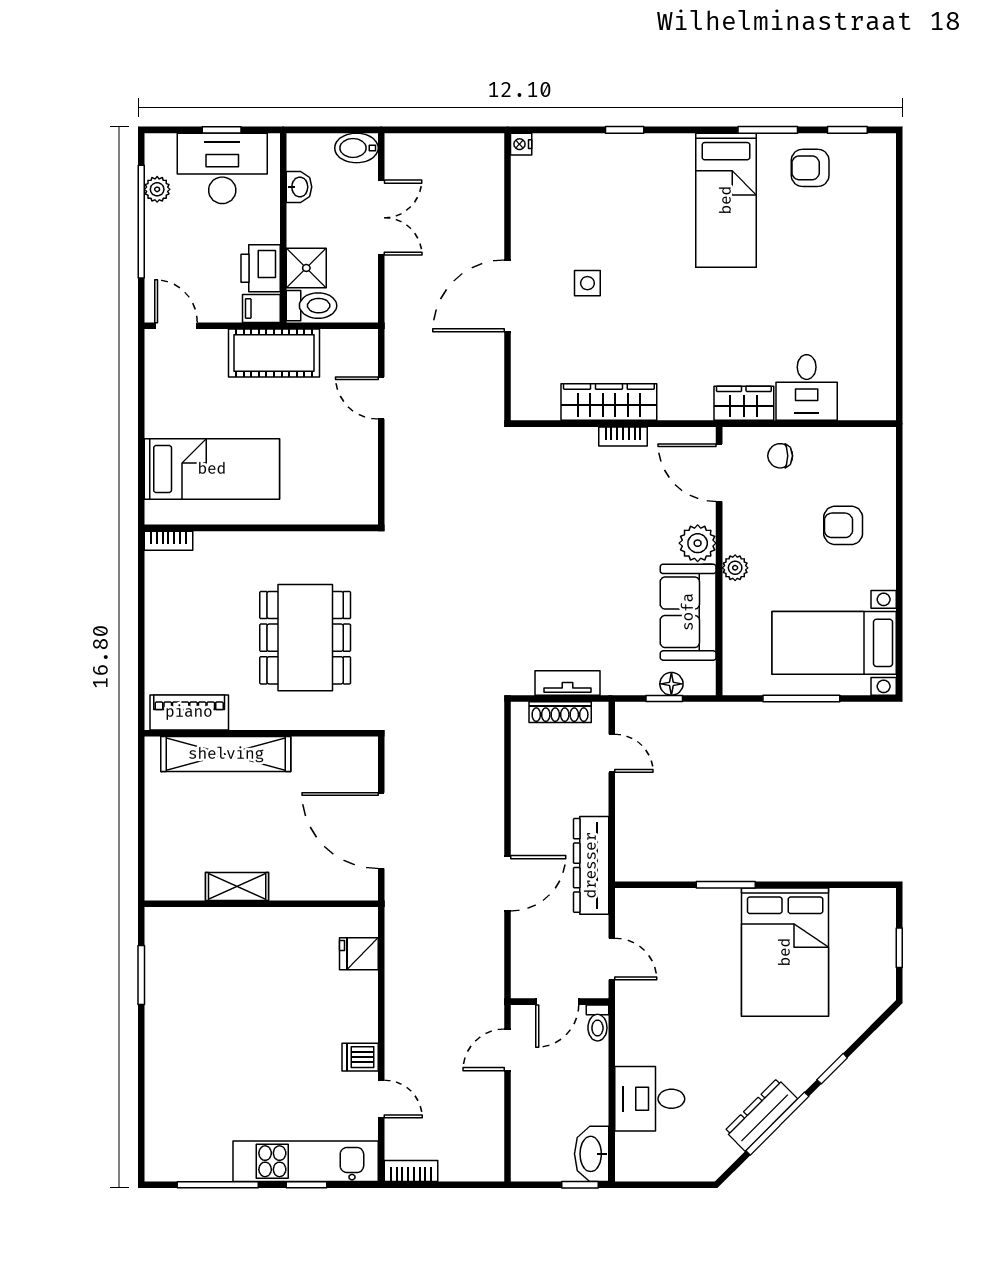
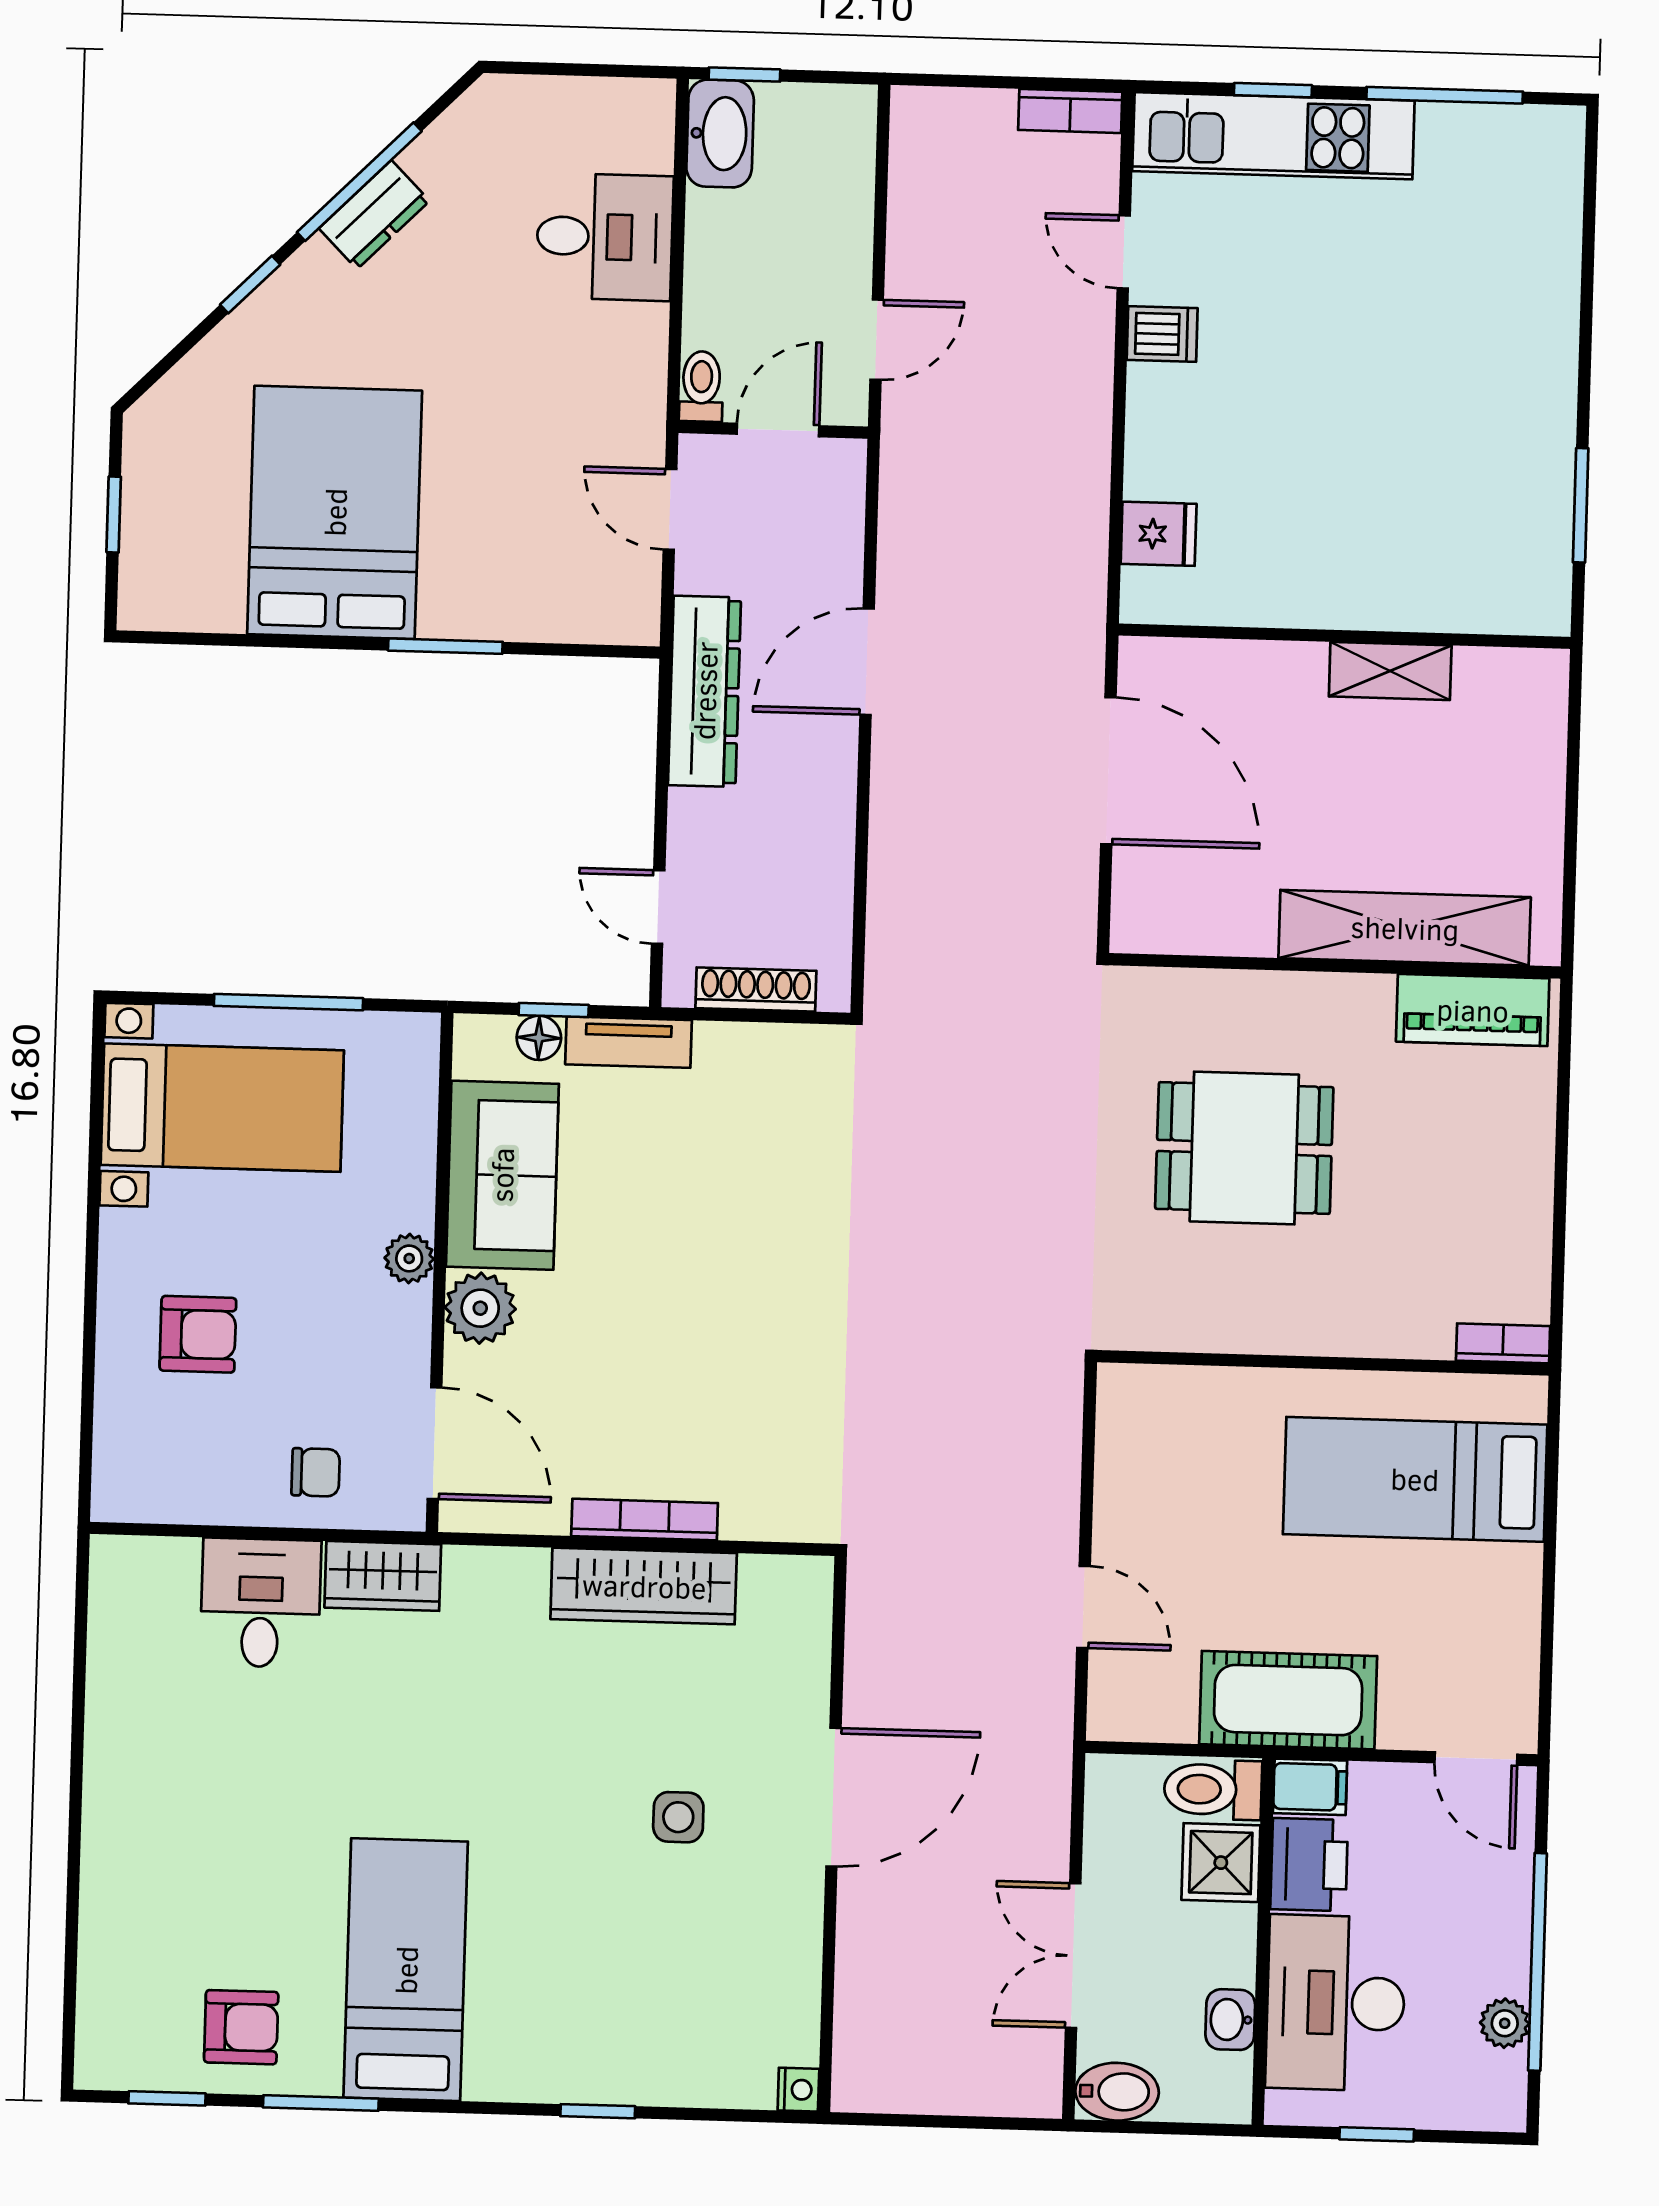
desk: (222, 168) -> (1336, 2003), moved, turned 90
bookcase: (623, 436) -> (645, 1520), width x1.56
dining table: (305, 638) -> (1244, 1148), width x0.73
tv unit: (568, 683) -> (628, 1042), moved
dresser: (761, 1115) -> (374, 215), width x0.70

